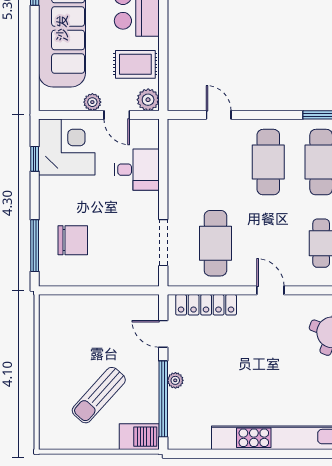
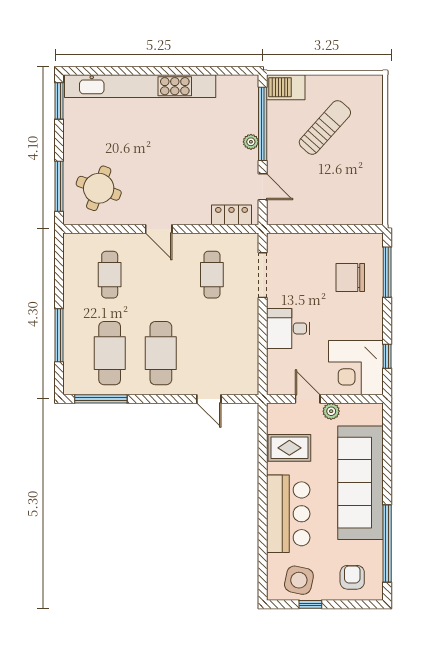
plant: (148, 100) -> (277, 413), removed
desk: (137, 170) -> (288, 328), moved
cafe table: (215, 243) -> (212, 275), width x0.73, depth x0.74
locker: (206, 305) -> (231, 215), width x0.66

